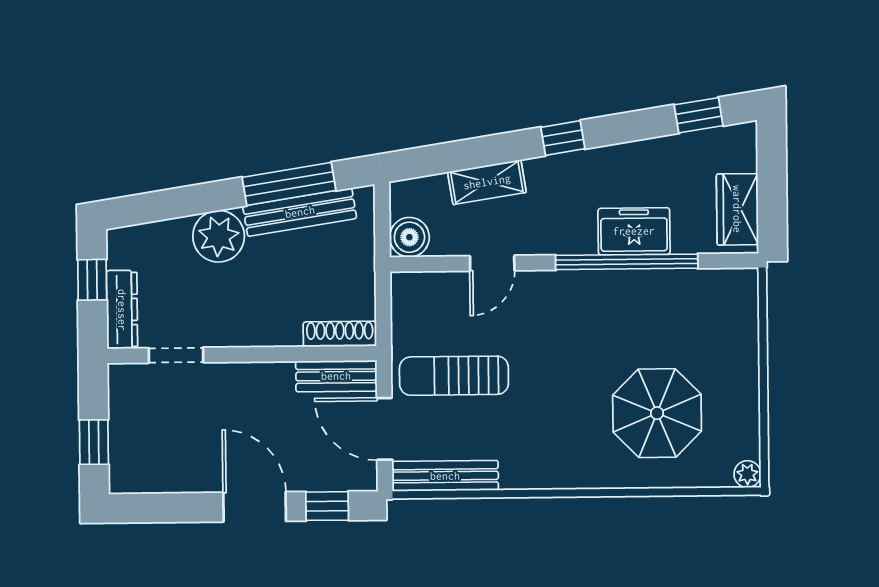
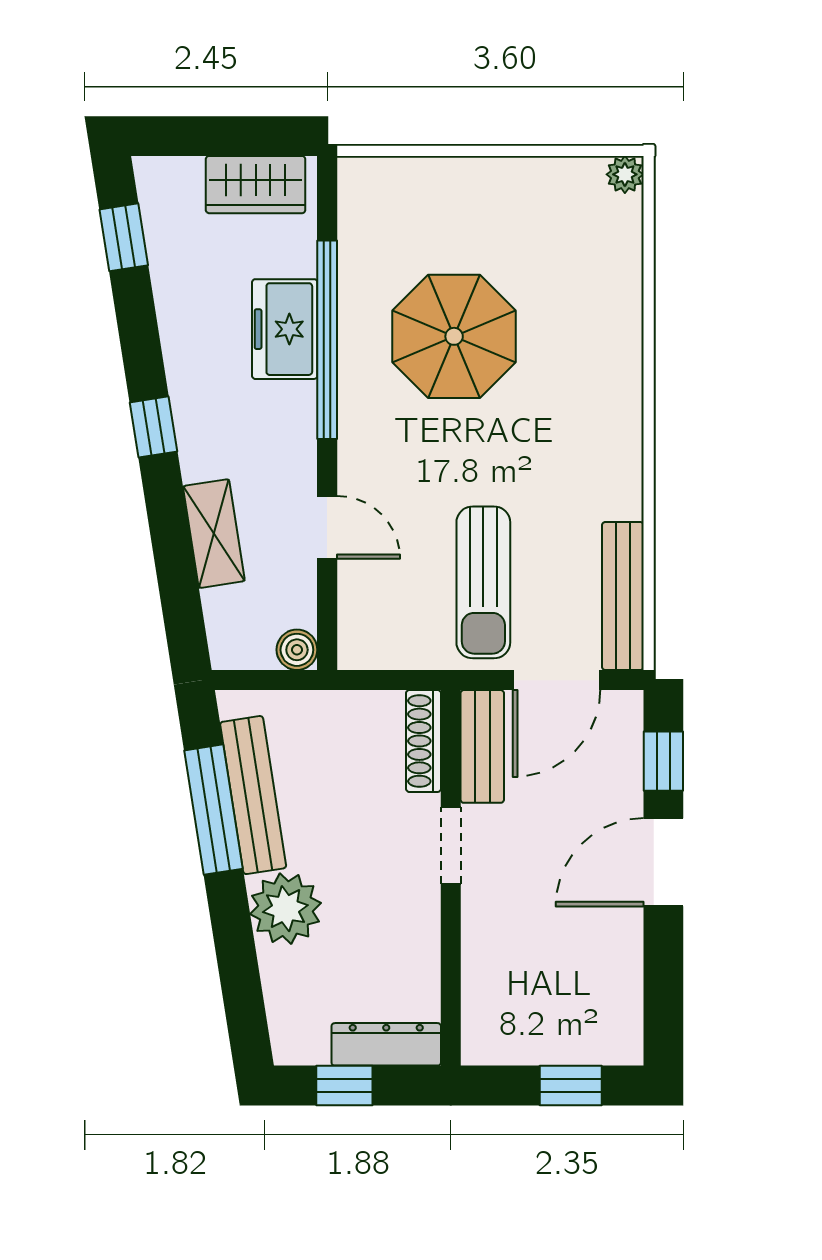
boiler: (409, 237) -> (297, 650), width x0.73, depth x0.73
doorway: (176, 355) -> (451, 845), moved
parasol: (657, 413) -> (454, 336), moved

